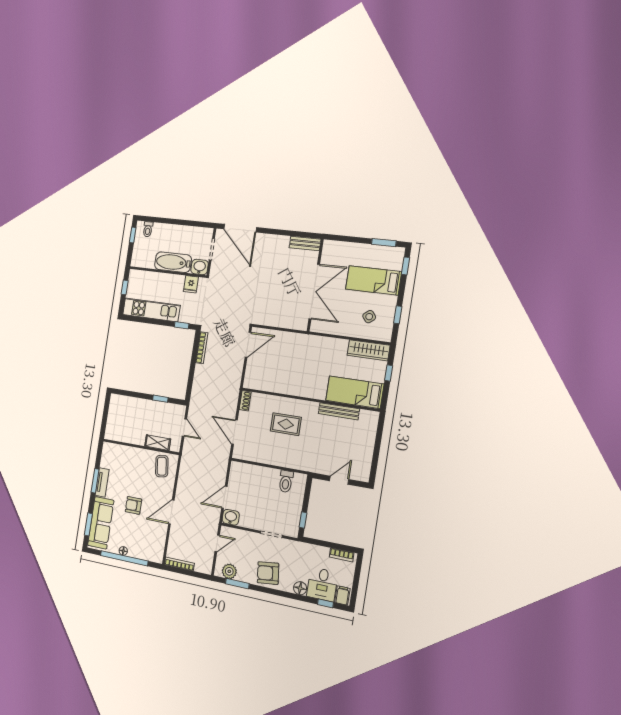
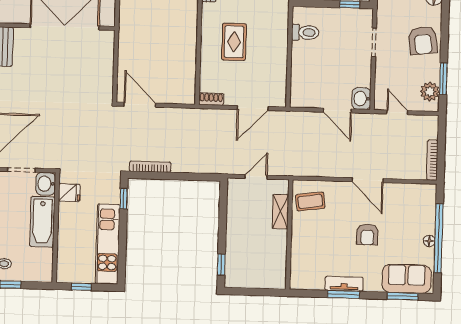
window: (160, 399) -> (221, 265), moved
sofa: (101, 523) -> (407, 279), width x0.73

